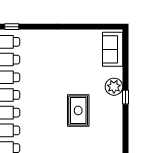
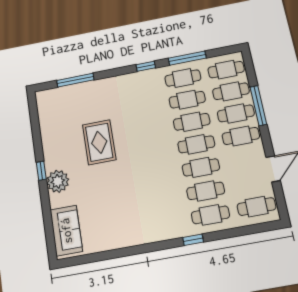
window: (12, 27) -> (193, 240), moved

